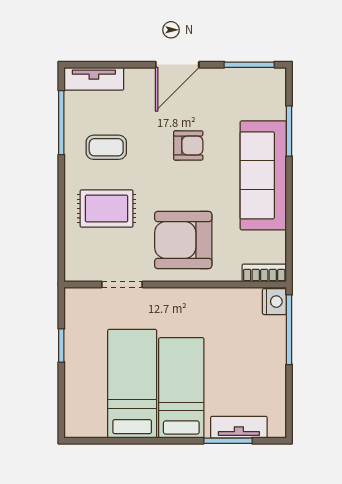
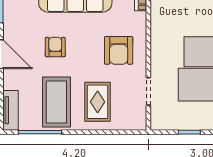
coffee table: (106, 147) -> (56, 102), width x1.86, depth x1.72
armchair: (183, 240) -> (119, 50), width x0.73, depth x0.73

